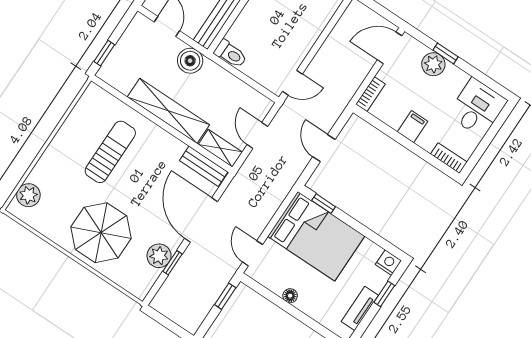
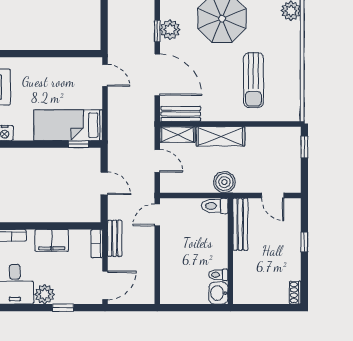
boiler: (190, 61) -> (224, 182), moved
plant: (433, 64) -> (45, 294), moved
bench: (350, 88) -> (115, 238), added
shelving: (168, 111) -> (220, 136), width x0.68
filing cabinet: (413, 127) -> (52, 240), width x2.00
bed: (316, 236) -> (68, 125), width x0.67
window: (225, 296) -> (104, 32), removed
floor lamp: (290, 296) -> (59, 63), removed

